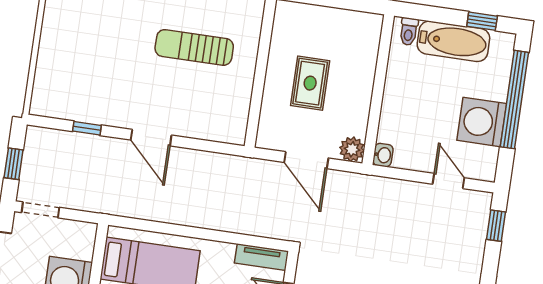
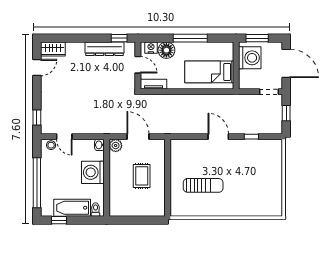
washing machine: (482, 122) -> (93, 172), moved, turned 180
stool: (476, 168) -> (51, 145), added

